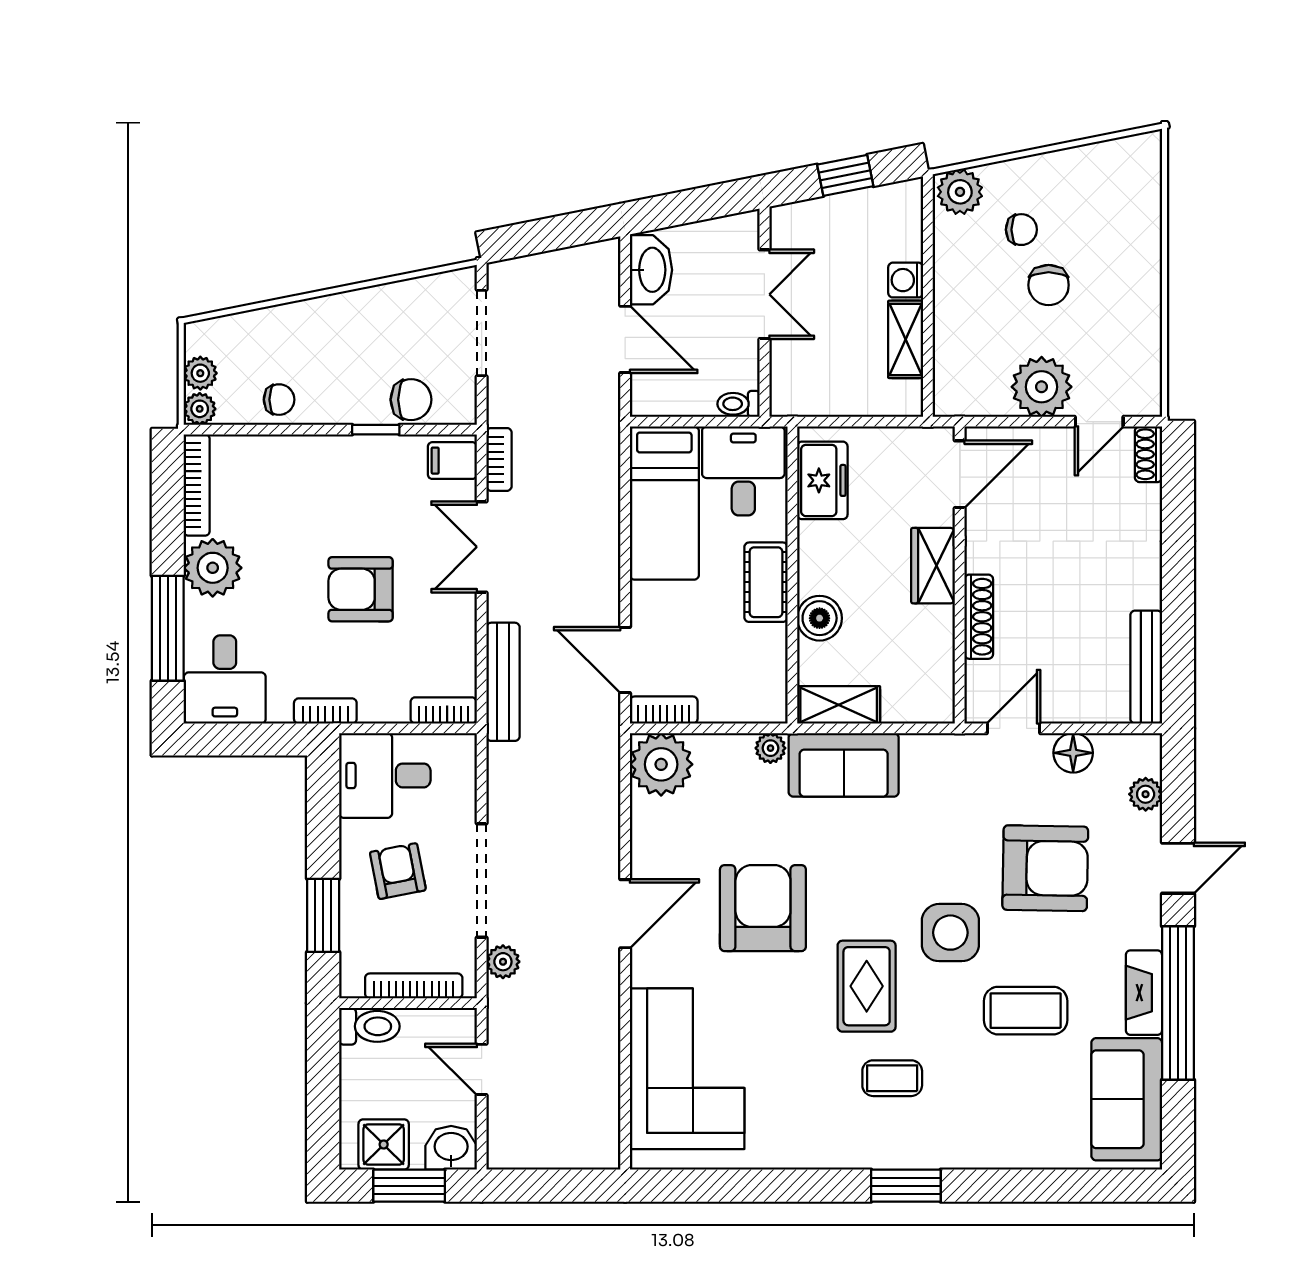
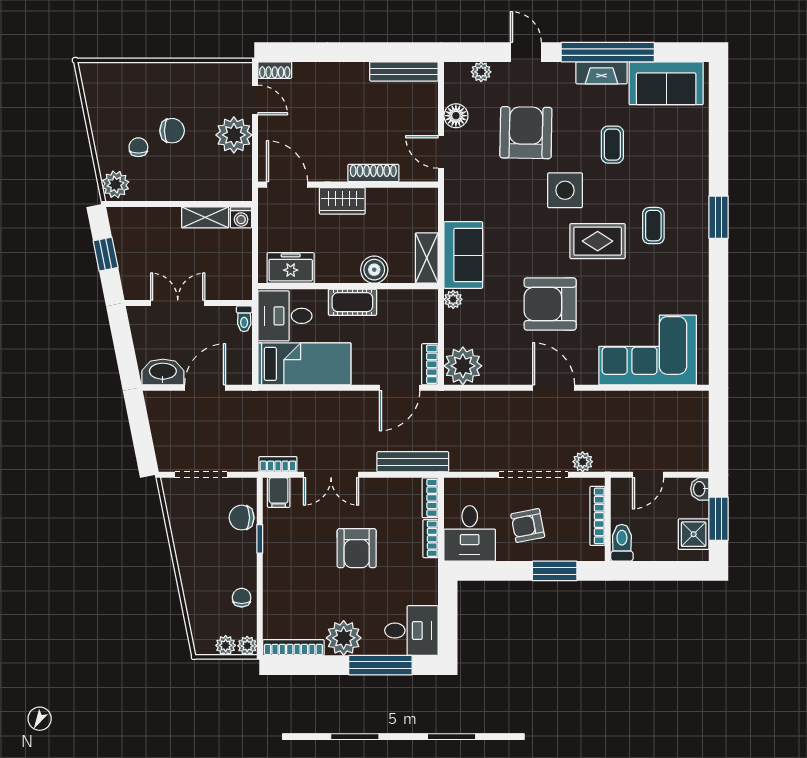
washing machine: (906, 280) -> (241, 217), moved
chair: (411, 400) -> (242, 518), turned -90
bookcase: (325, 711) -> (431, 539), moved
coffee table: (1026, 1011) -> (612, 145), width x0.73, depth x0.77
washbasin: (451, 1148) -> (700, 489), width x0.72, depth x0.69

